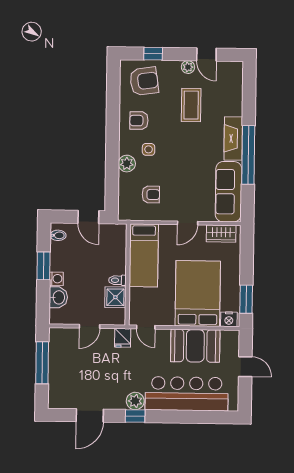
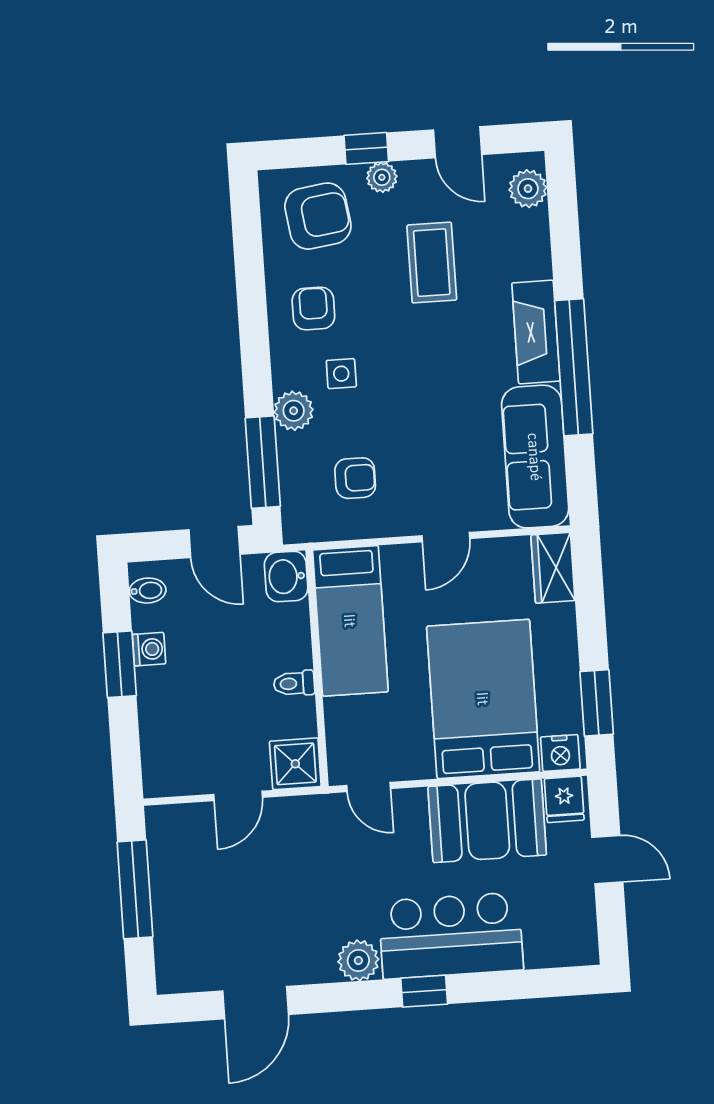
window: (153, 54) -> (366, 148), moved
plant: (188, 67) -> (382, 177), moved
plant: (235, 77) -> (528, 189), added
armchair: (139, 121) -> (313, 308), turned 90
window: (112, 185) -> (263, 462), added
wardrobe: (221, 234) -> (553, 568), moved, turned 90
washing machine: (56, 279) -> (149, 649), moved
washbasin: (58, 297) -> (286, 577), moved, turned 180
shower: (115, 297) -> (295, 764), moved
fridge: (123, 338) -> (564, 799), moved
bar counter: (187, 394) -> (451, 936), width x0.73
window: (135, 416) -> (424, 991), moved

